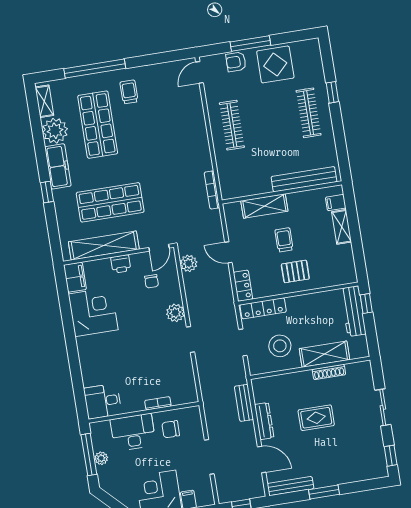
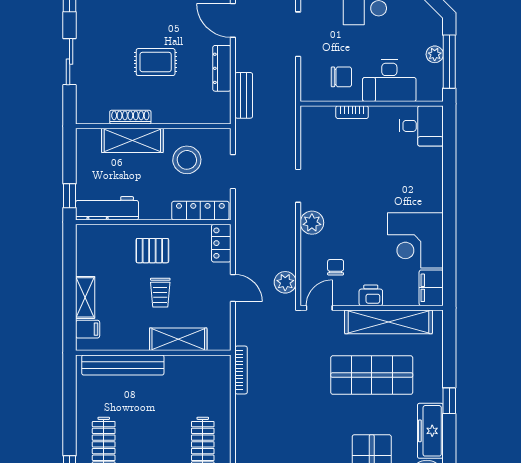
workbench: (353, 311) -> (107, 208), moved, turned -90

